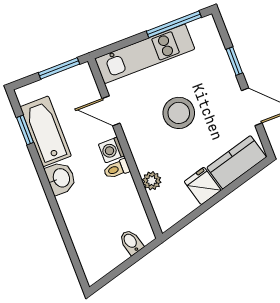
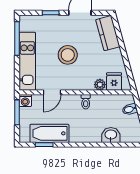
washing machine: (111, 150) -> (25, 101), moved
washbasin: (61, 178) -> (111, 135), moved
fridge: (203, 186) -> (114, 81), moved, turned 105

